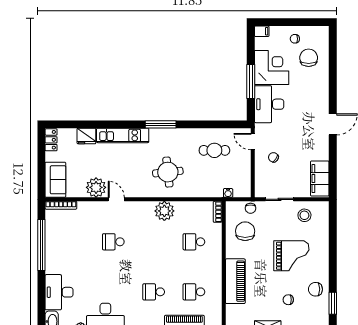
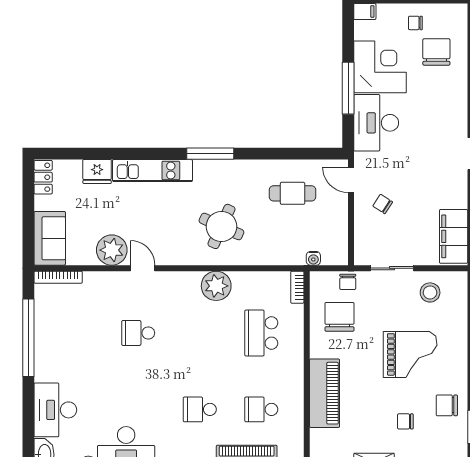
round table: (168, 172) -> (221, 226), turned 30
school desk: (194, 242) -> (261, 333), width x1.85

